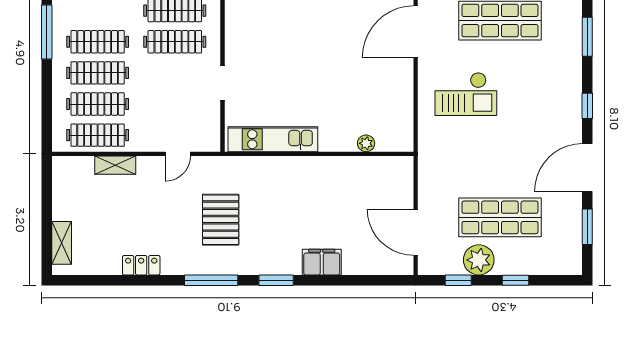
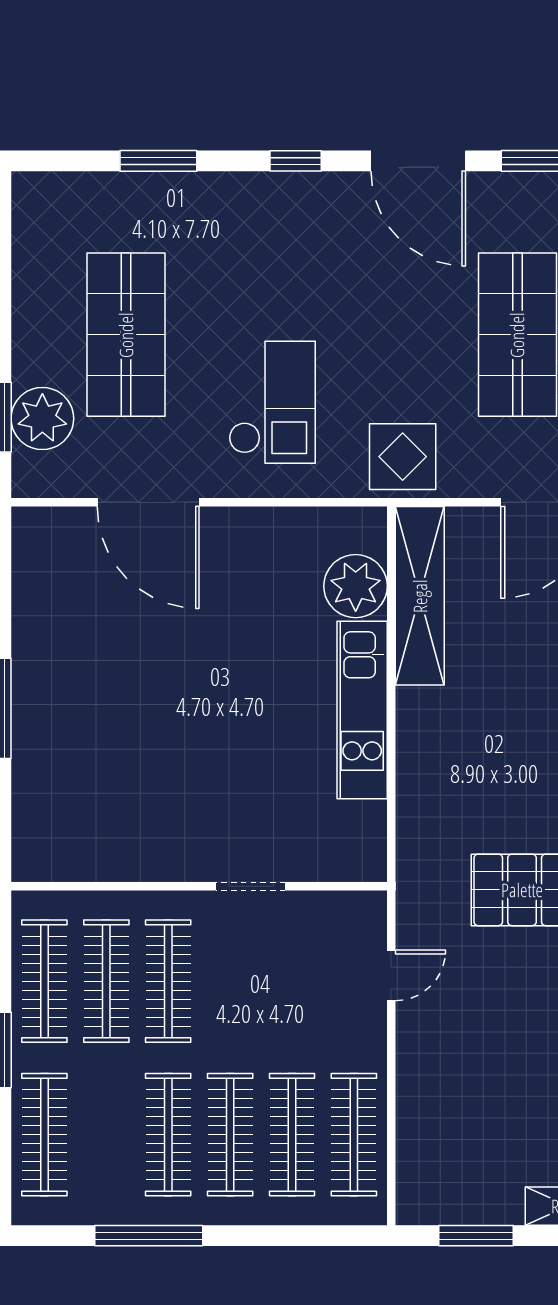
kitchen unit: (273, 139) -> (362, 710), moved
plant: (366, 143) -> (356, 586), width x1.87, depth x1.87
door: (178, 154) -> (391, 975), hinge flipped
display table: (439, 160) -> (403, 457), added
shelving: (115, 165) -> (420, 596), moved, width x2.20, depth x1.33
window: (47, 197) -> (476, 1236), added

